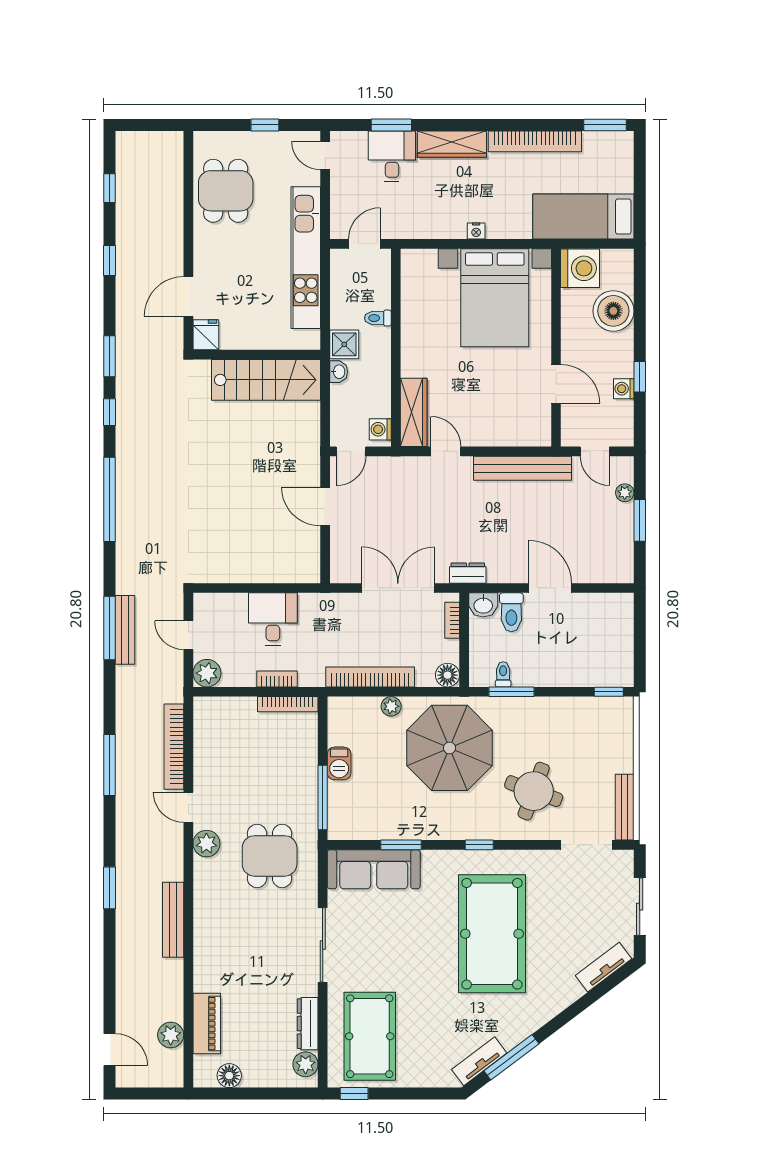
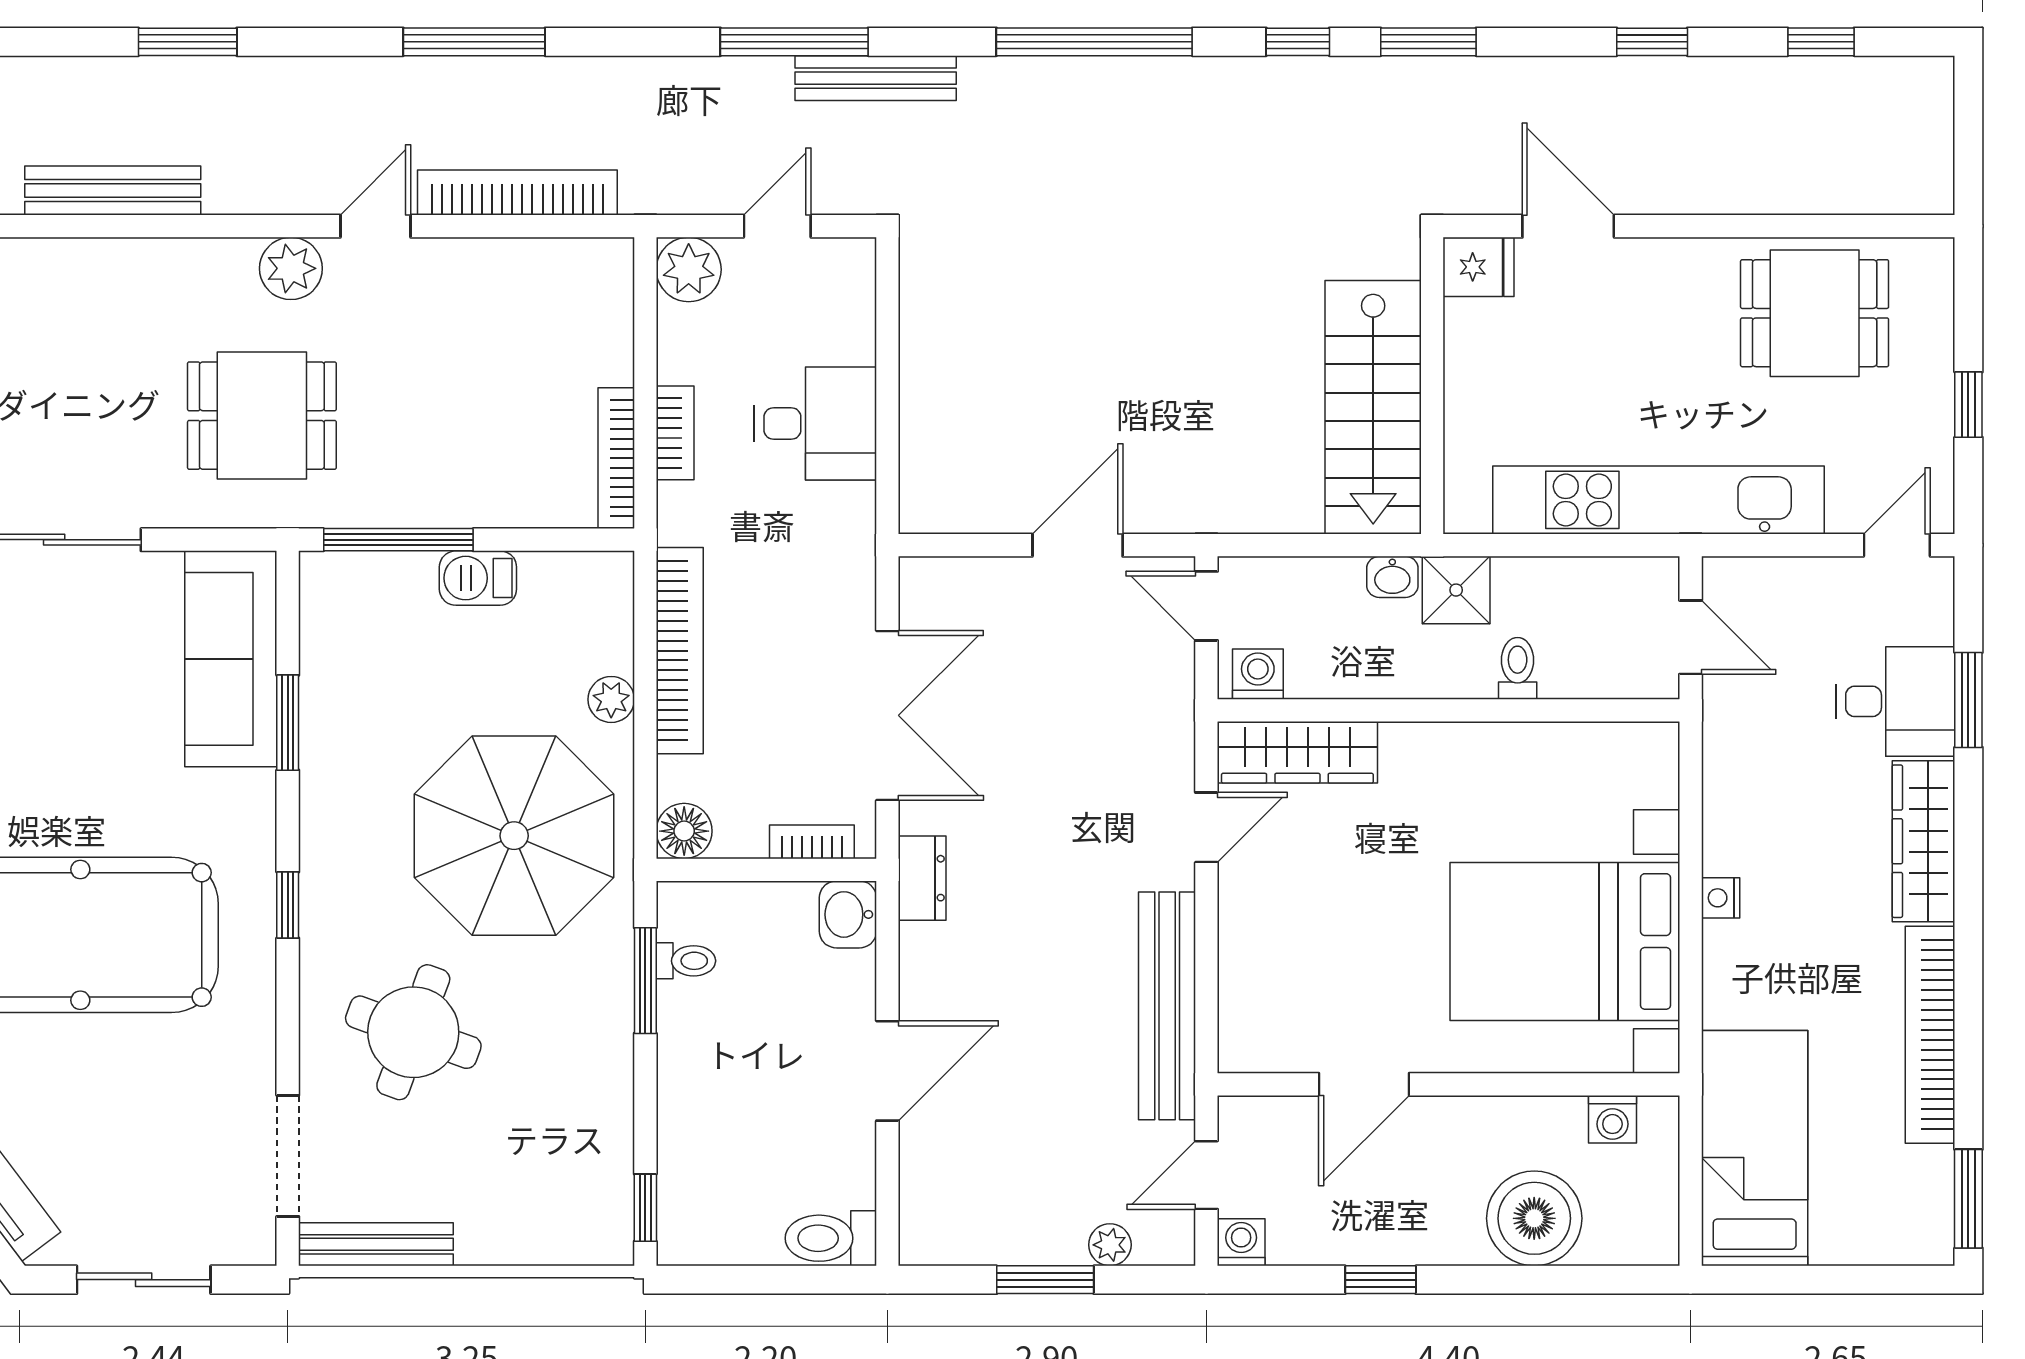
washing machine: (580, 268) -> (1612, 1119), width x0.53, depth x0.53
washing machine: (624, 389) -> (1241, 1242), moved
toilet: (511, 612) -> (831, 1238), moved
bench: (125, 630) -> (876, 78), moved

